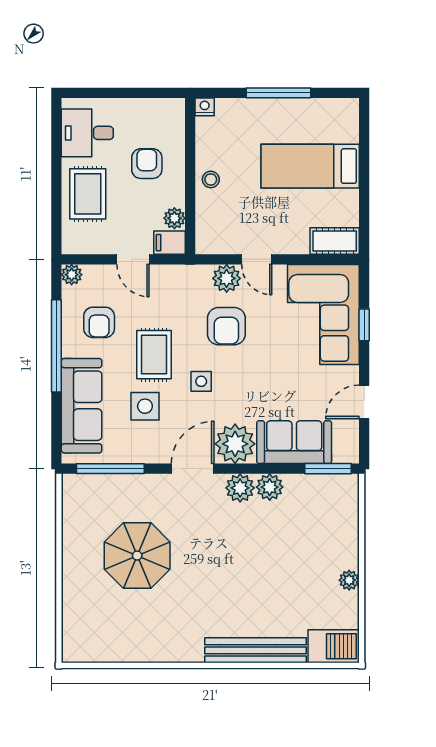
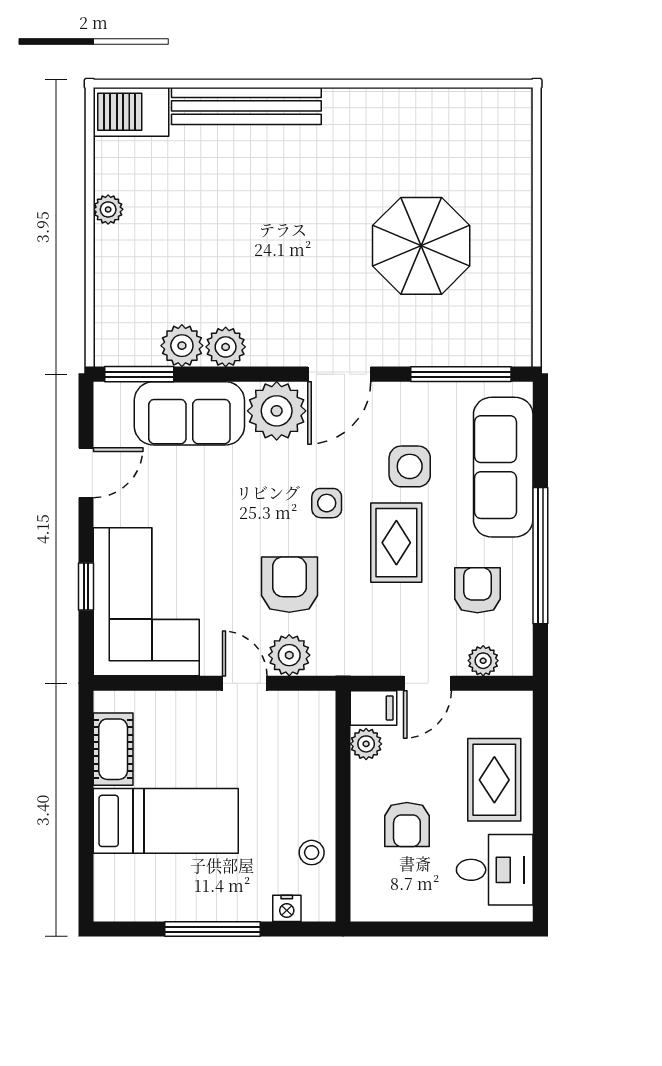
nightstand: (205, 107) -> (287, 908), moved
stool: (211, 179) -> (312, 853), moved
cot: (335, 241) -> (113, 749), moved, turned 90
door: (133, 259) -> (427, 683), swing flipped
plant: (72, 275) -> (483, 661), moved
plant: (240, 488) -> (182, 346), moved

